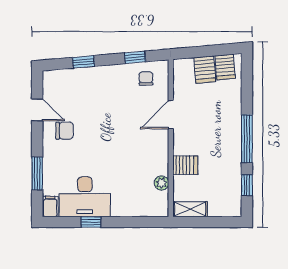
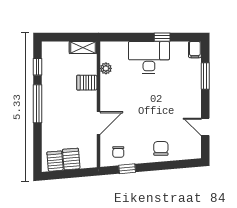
window: (83, 62) -> (168, 165), removed
chair: (65, 131) -> (161, 148), moved, turned 90
desk: (85, 197) -> (149, 57), moved

